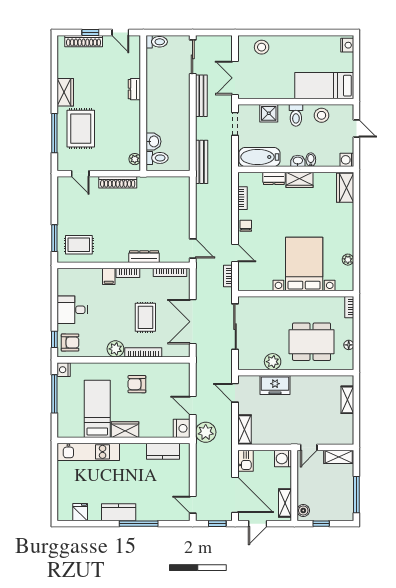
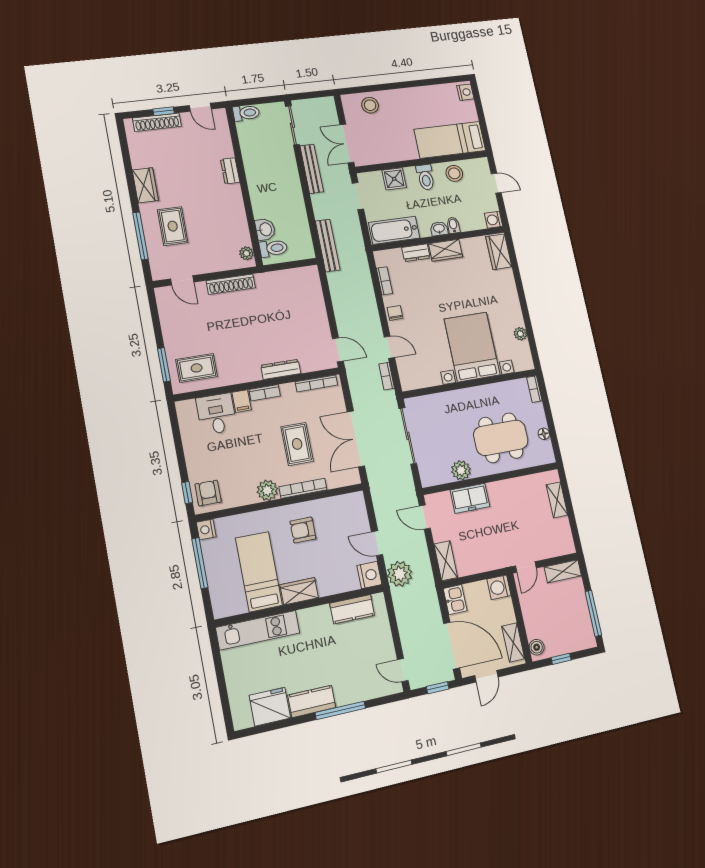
rug: (81, 129) -> (173, 226), width x0.73, depth x0.70
desk: (72, 310) -> (216, 414), moved, turned 90
armchair: (70, 342) -> (208, 493), turned -90
fridge: (80, 512) -> (270, 707), width x1.88, depth x1.34

